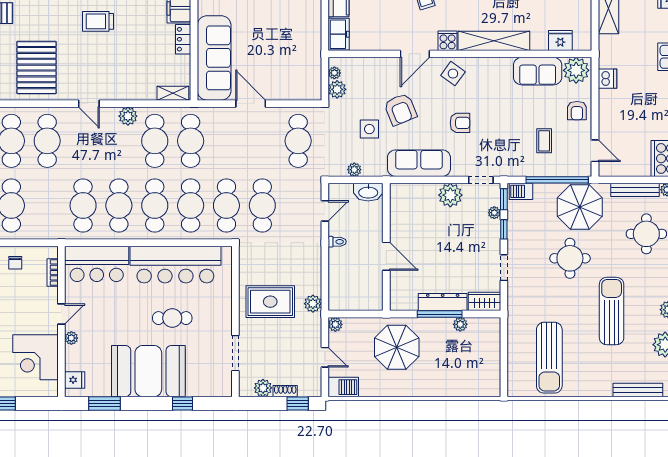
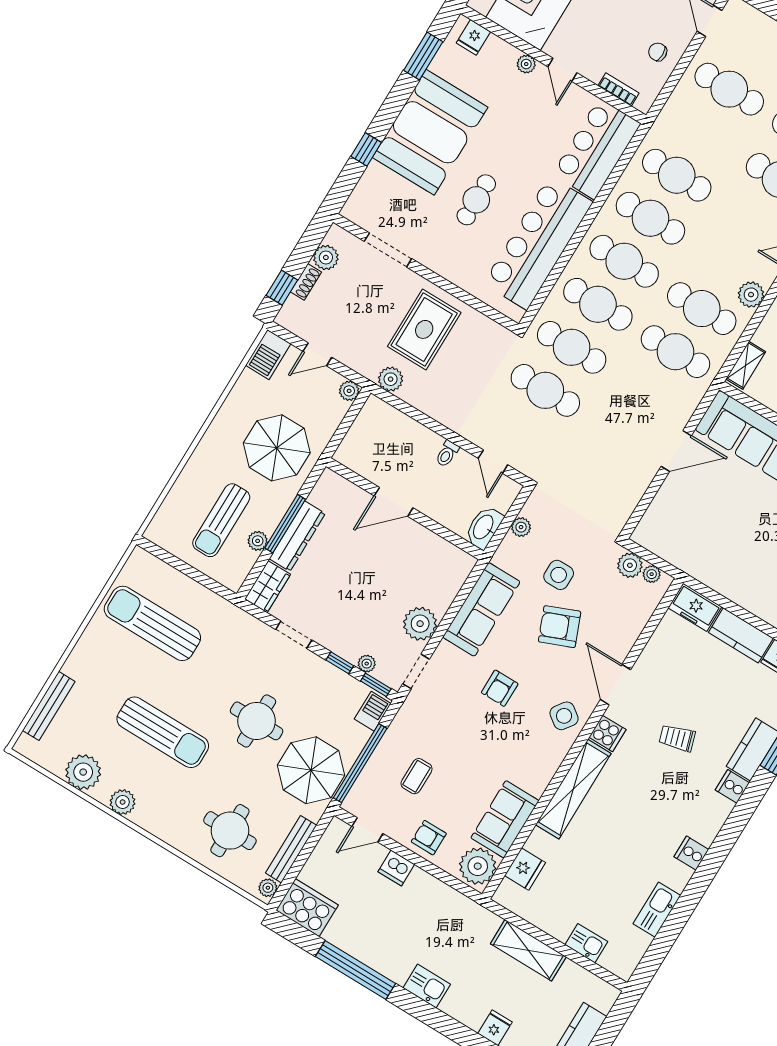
dishwasher: (607, 79) -> (396, 868), moved
cafe table: (298, 141) -> (597, 481), removed
coffee table: (544, 141) -> (417, 776), turned 90
sun lounger: (461, 354) -> (221, 520), added

